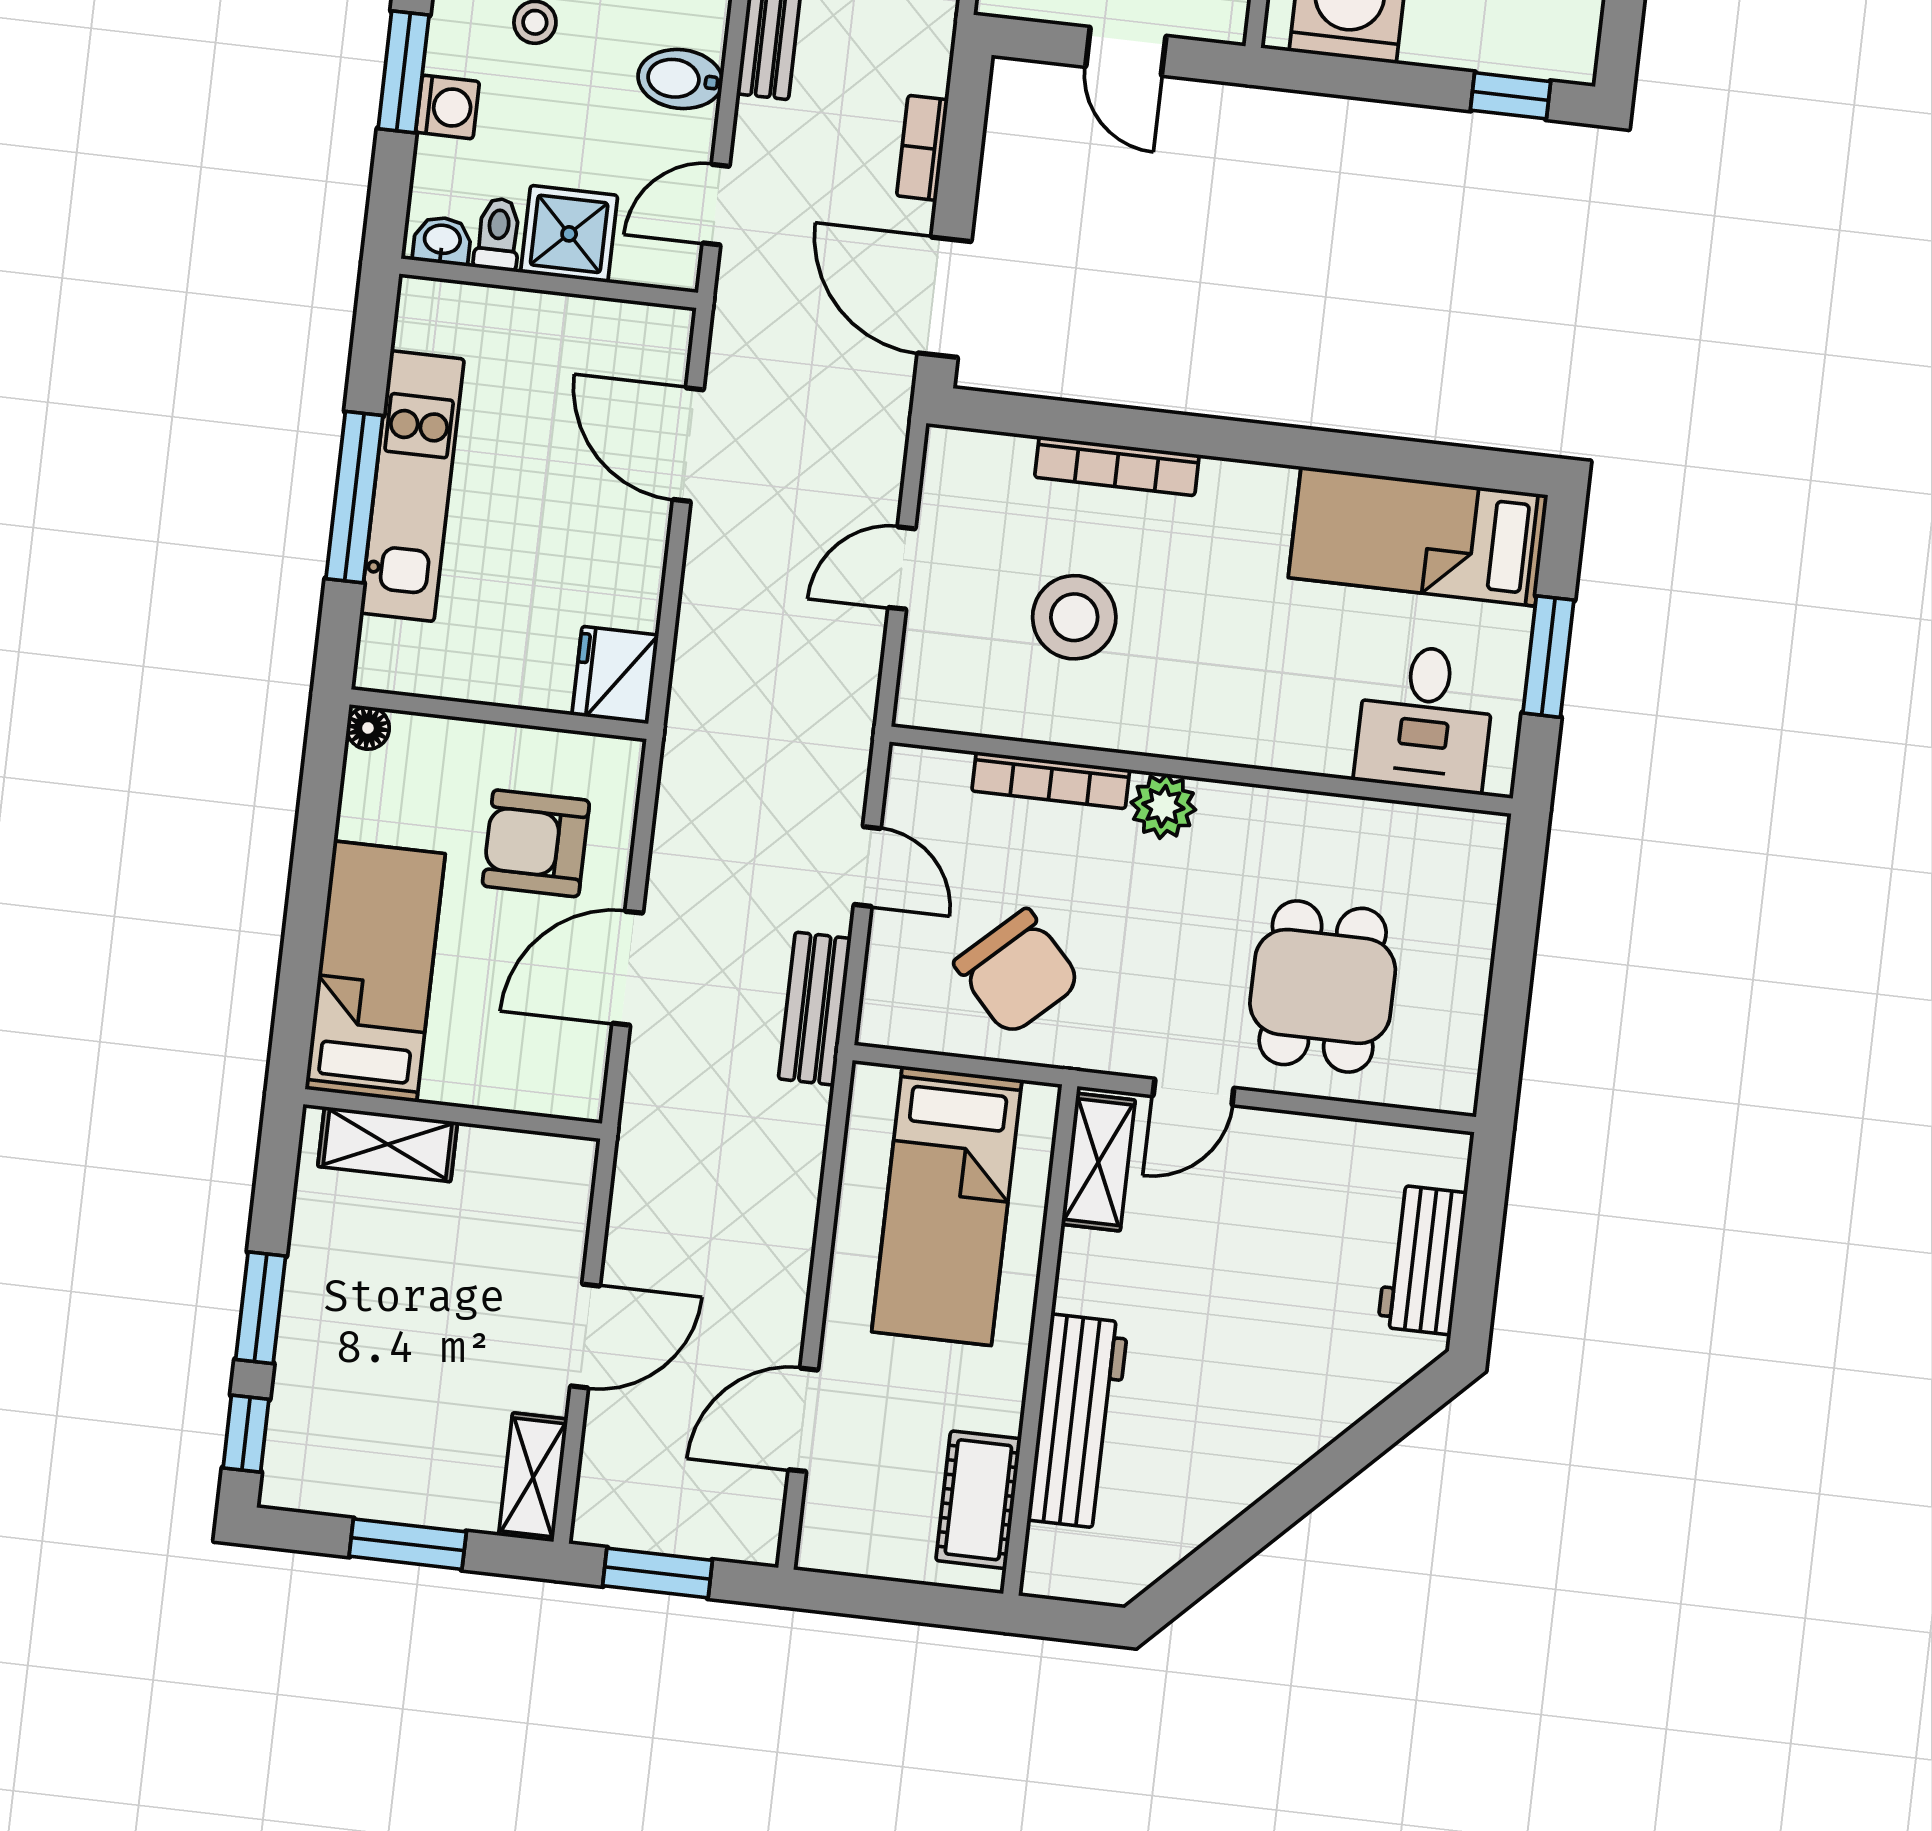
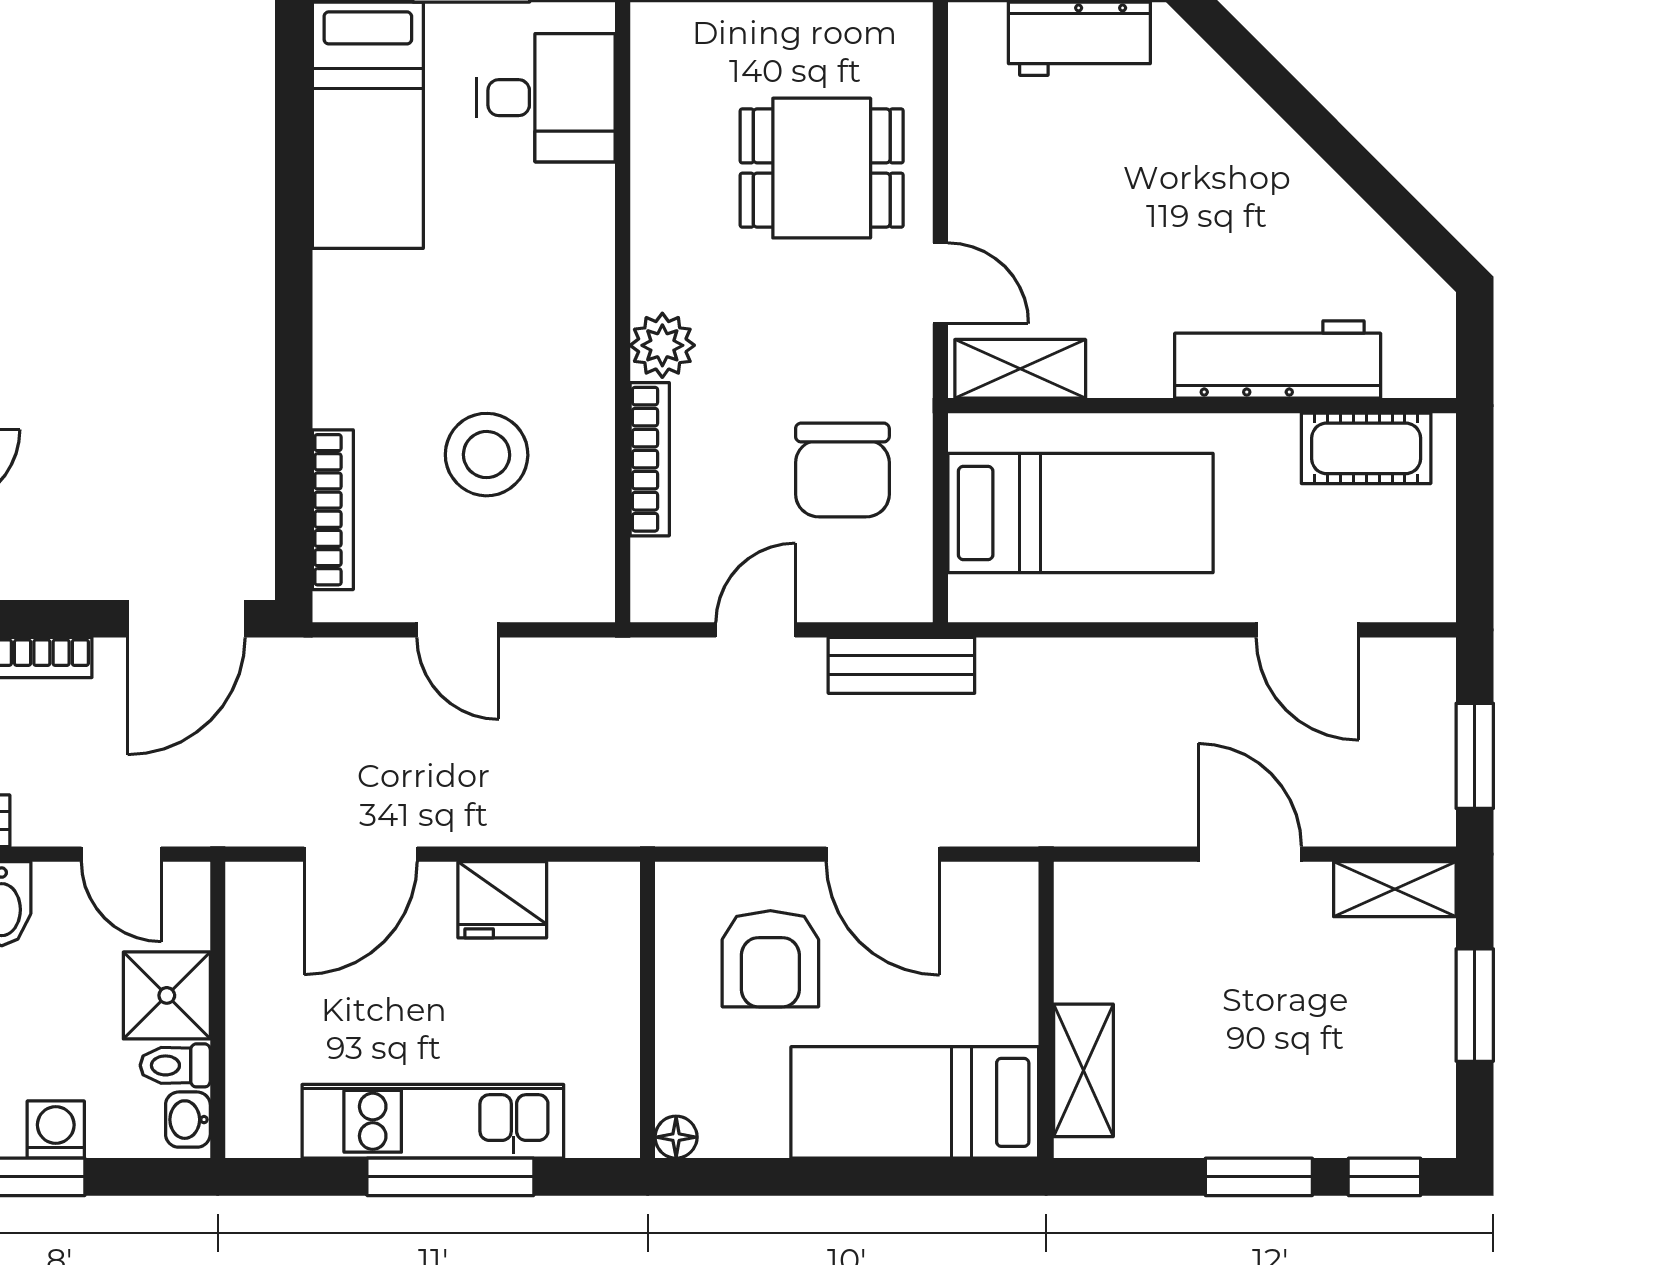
bookcase: (1117, 466) -> (333, 510), moved
fridge: (615, 675) -> (502, 900), moved
chair: (1017, 972) -> (842, 470), turned 133

